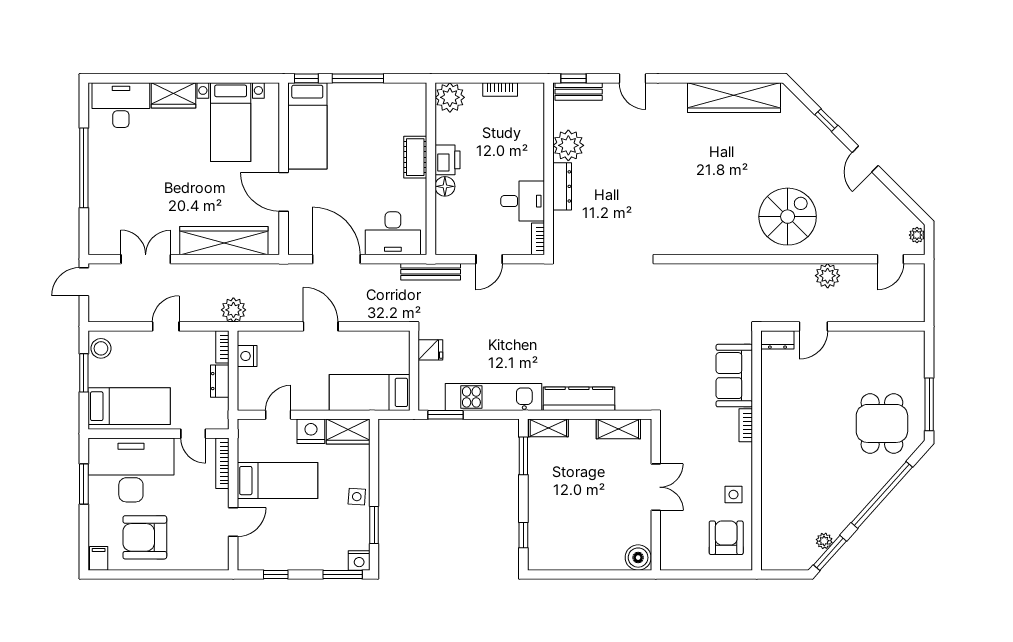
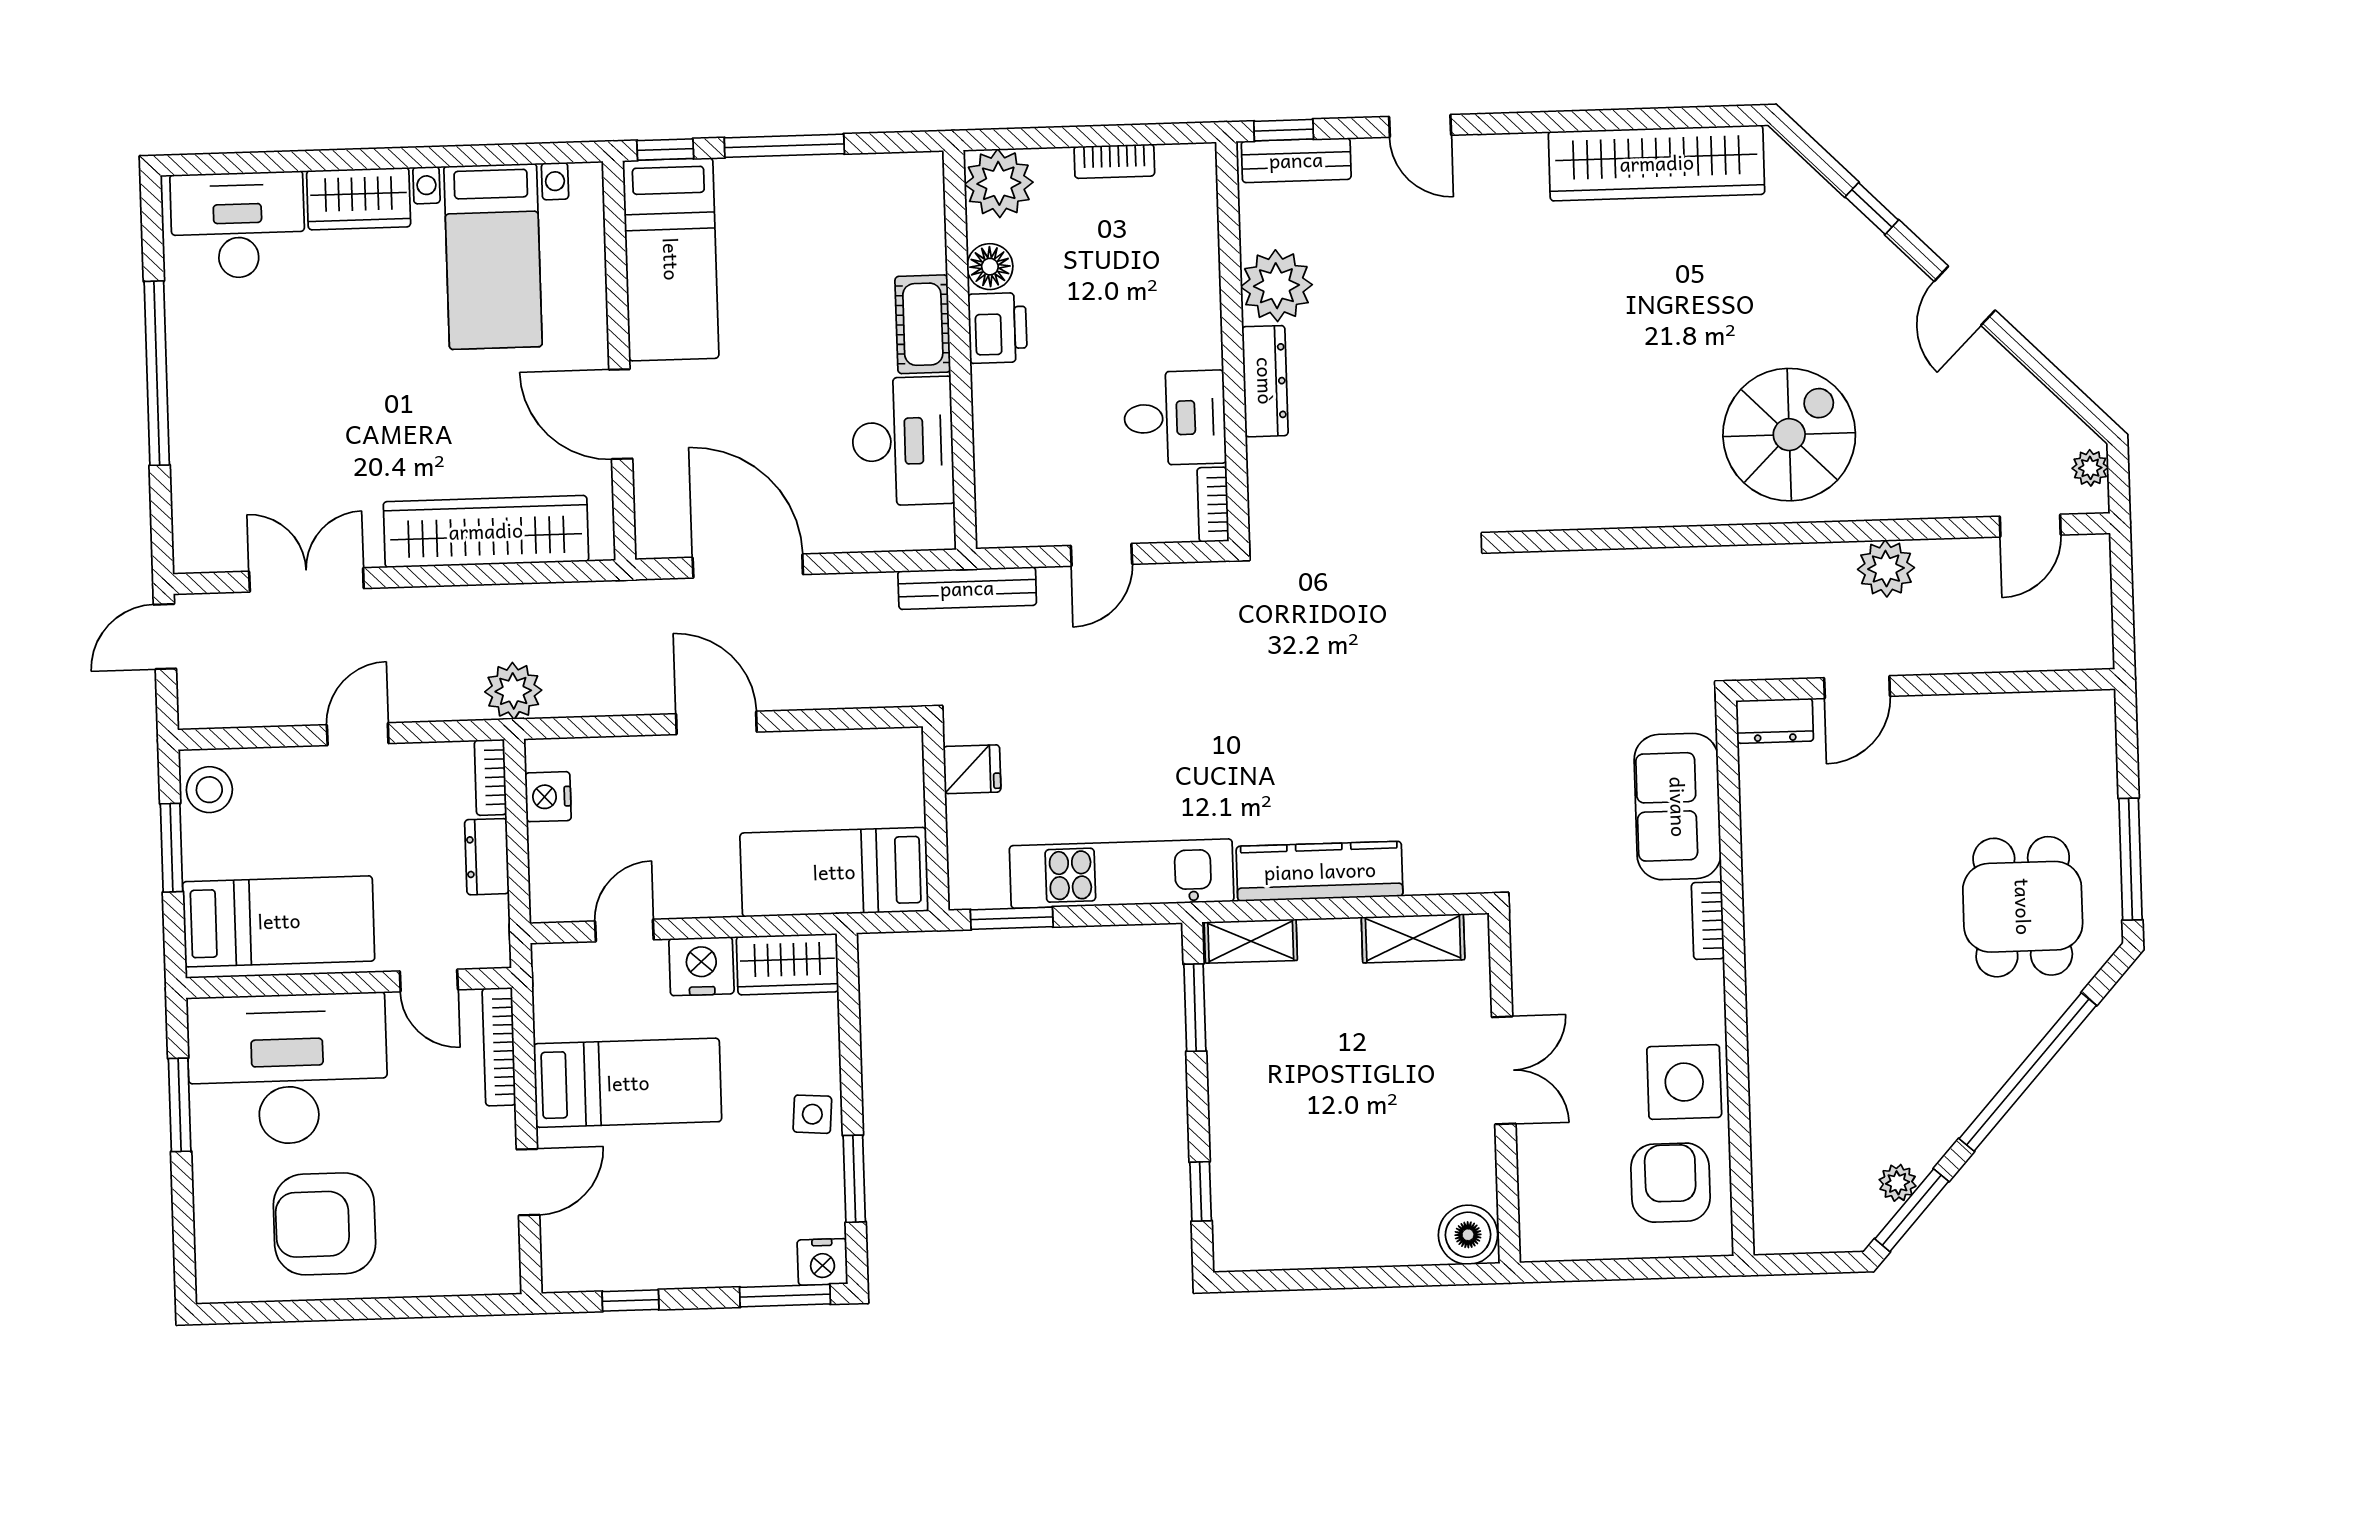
floor lamp: (445, 186) -> (990, 267), moved
desk: (393, 233) -> (903, 441), moved, turned -90
side table: (733, 495) -> (1684, 1082), width x1.87, depth x1.87
filing cabinet: (99, 558) -> (219, 1276), removed

